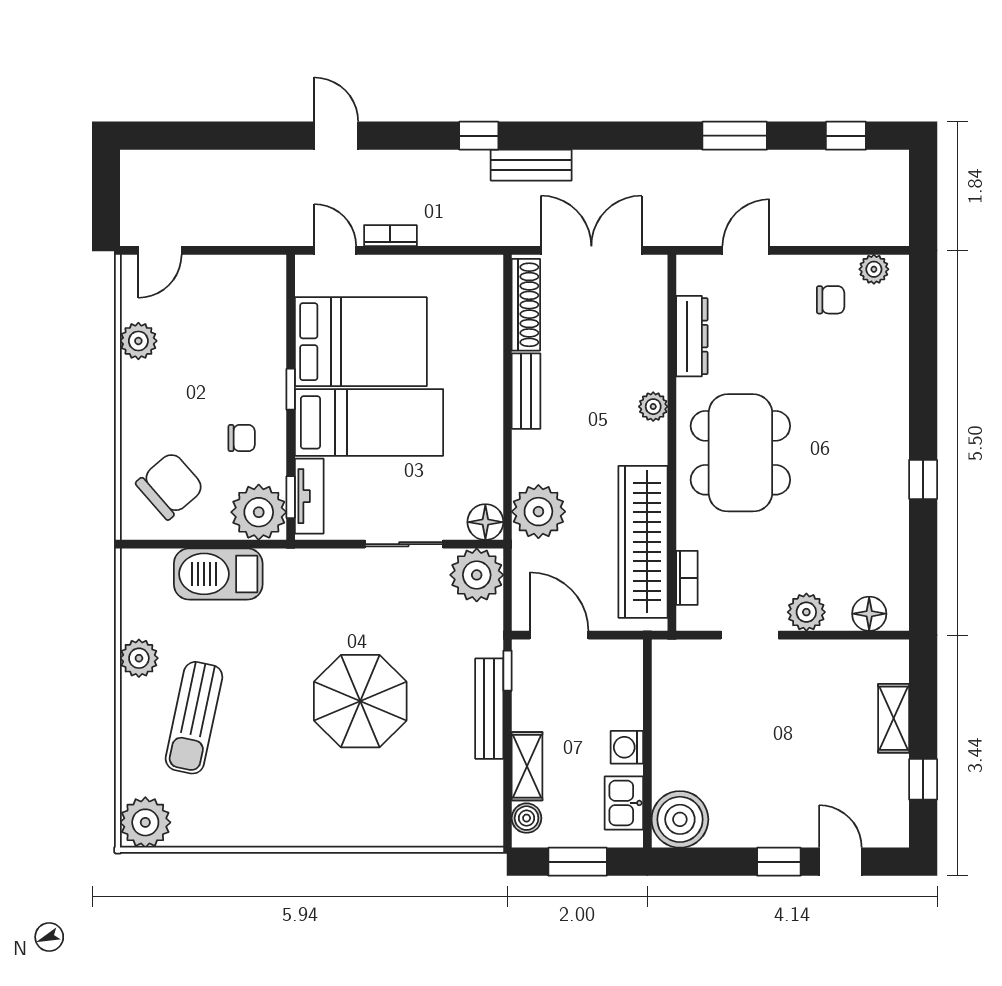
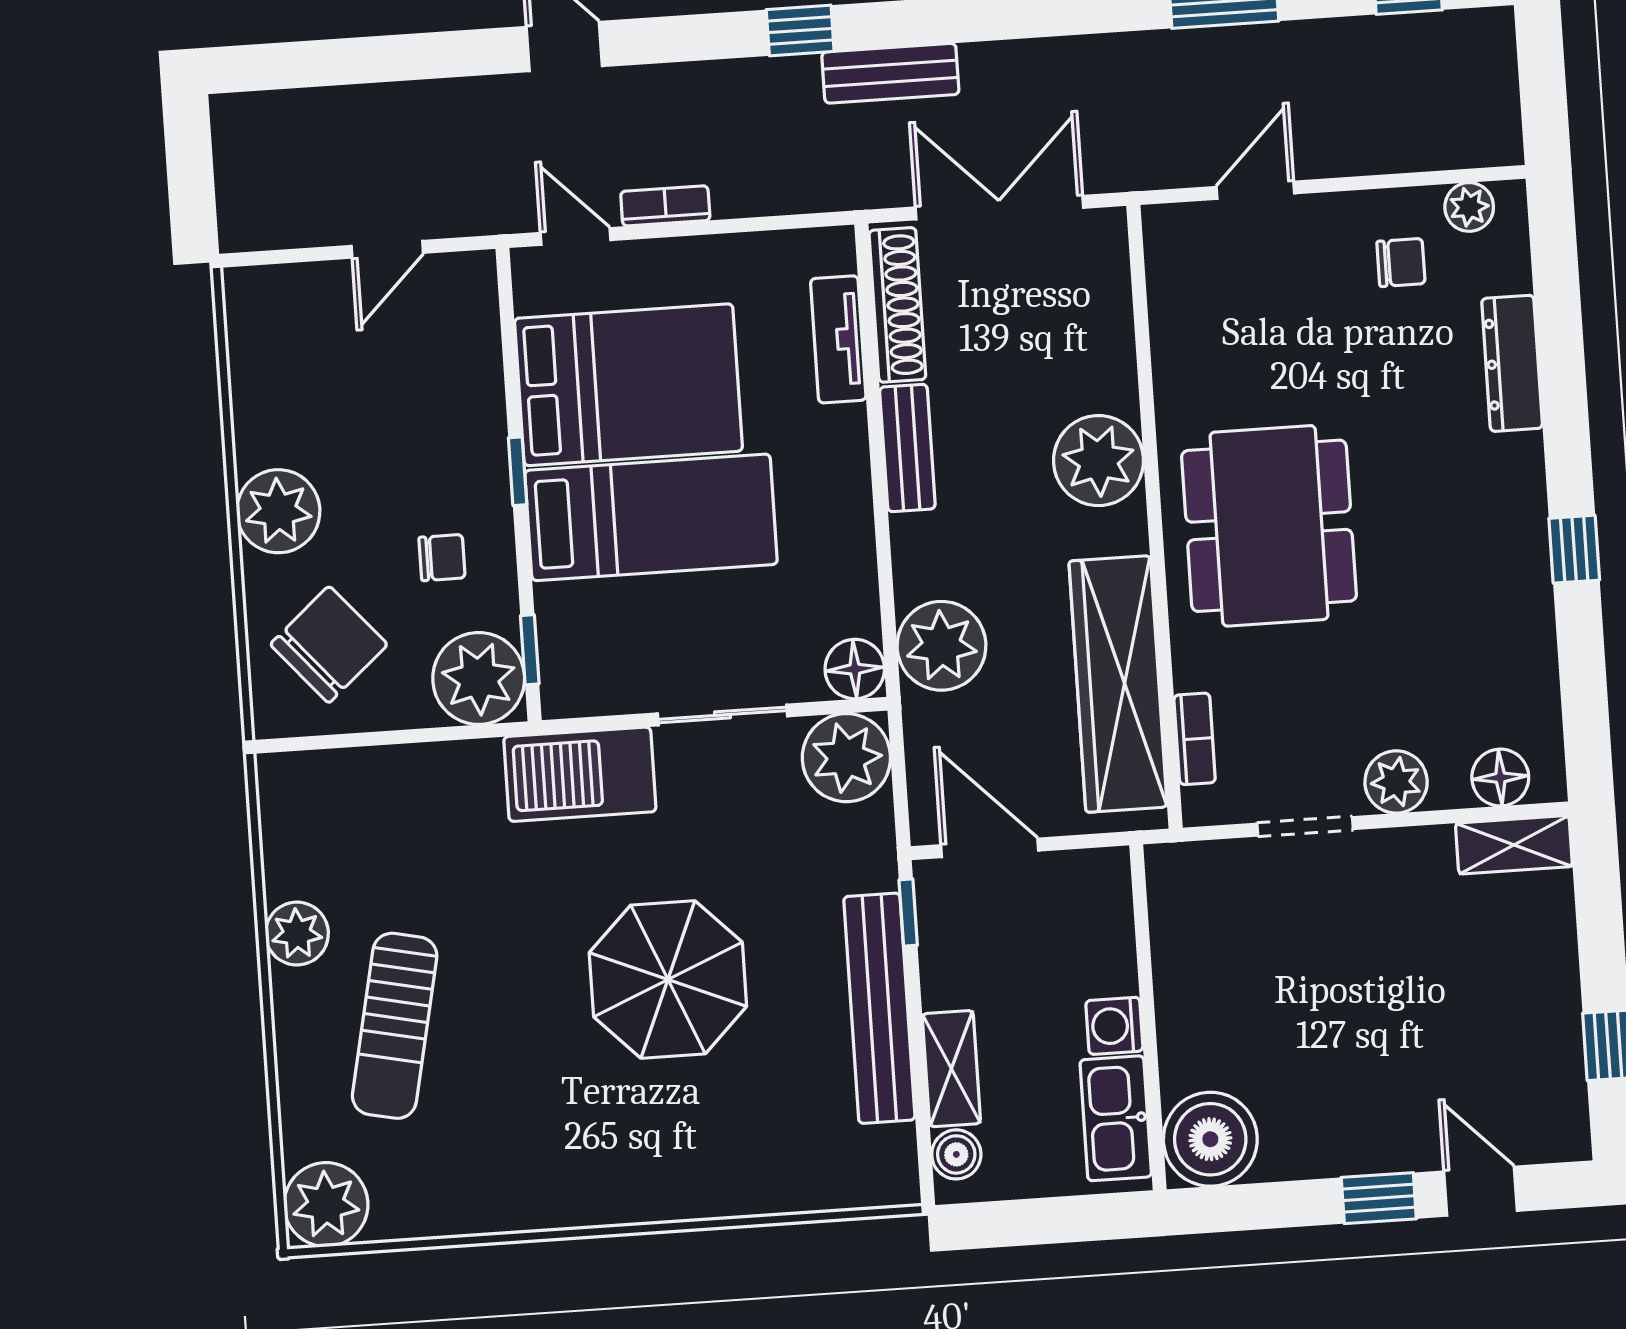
door: (160, 250) -> (387, 249), moved
dresser: (692, 336) -> (1512, 363), moved, turned 180
plant: (138, 341) -> (278, 511), moved, width x1.36, depth x1.36
plant: (653, 407) -> (1098, 461), width x1.87, depth x1.87
tv unit: (309, 496) -> (838, 339), moved, turned 180
barbecue: (218, 574) -> (580, 774), moved
bench: (489, 709) -> (879, 1008), width x1.37, depth x1.21
shelving: (894, 718) -> (1514, 845), moved, turned 90
kitchen sink: (624, 803) -> (1116, 1118), width x1.38
window: (578, 862) -> (1046, 1221), removed

